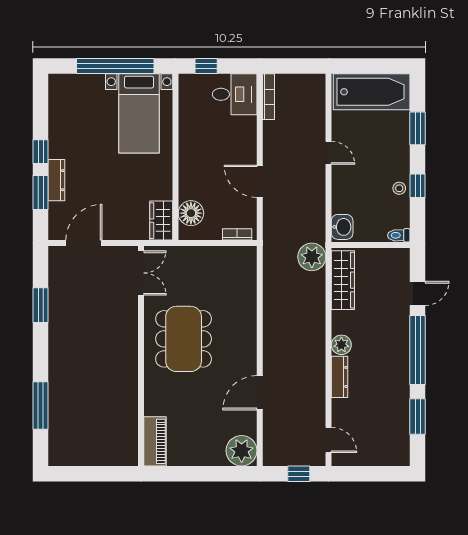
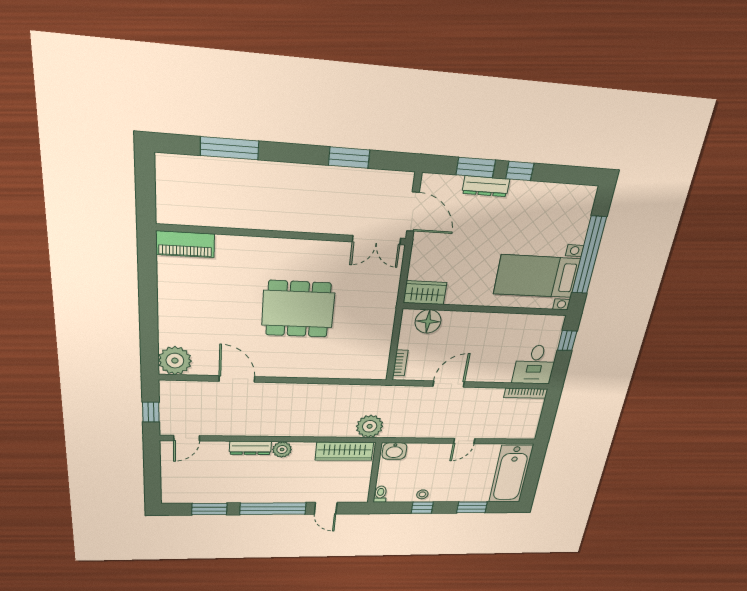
double door: (141, 273) -> (377, 240), moved
wall: (141, 356) -> (284, 235), moved
piano: (155, 441) -> (185, 244), moved

